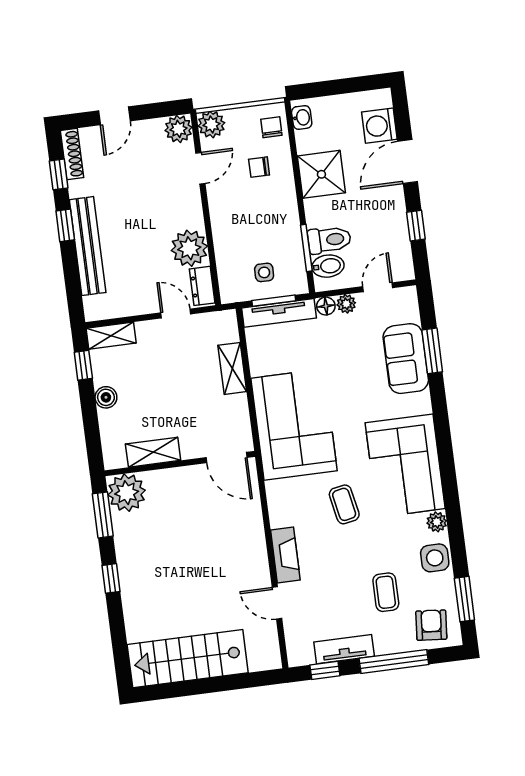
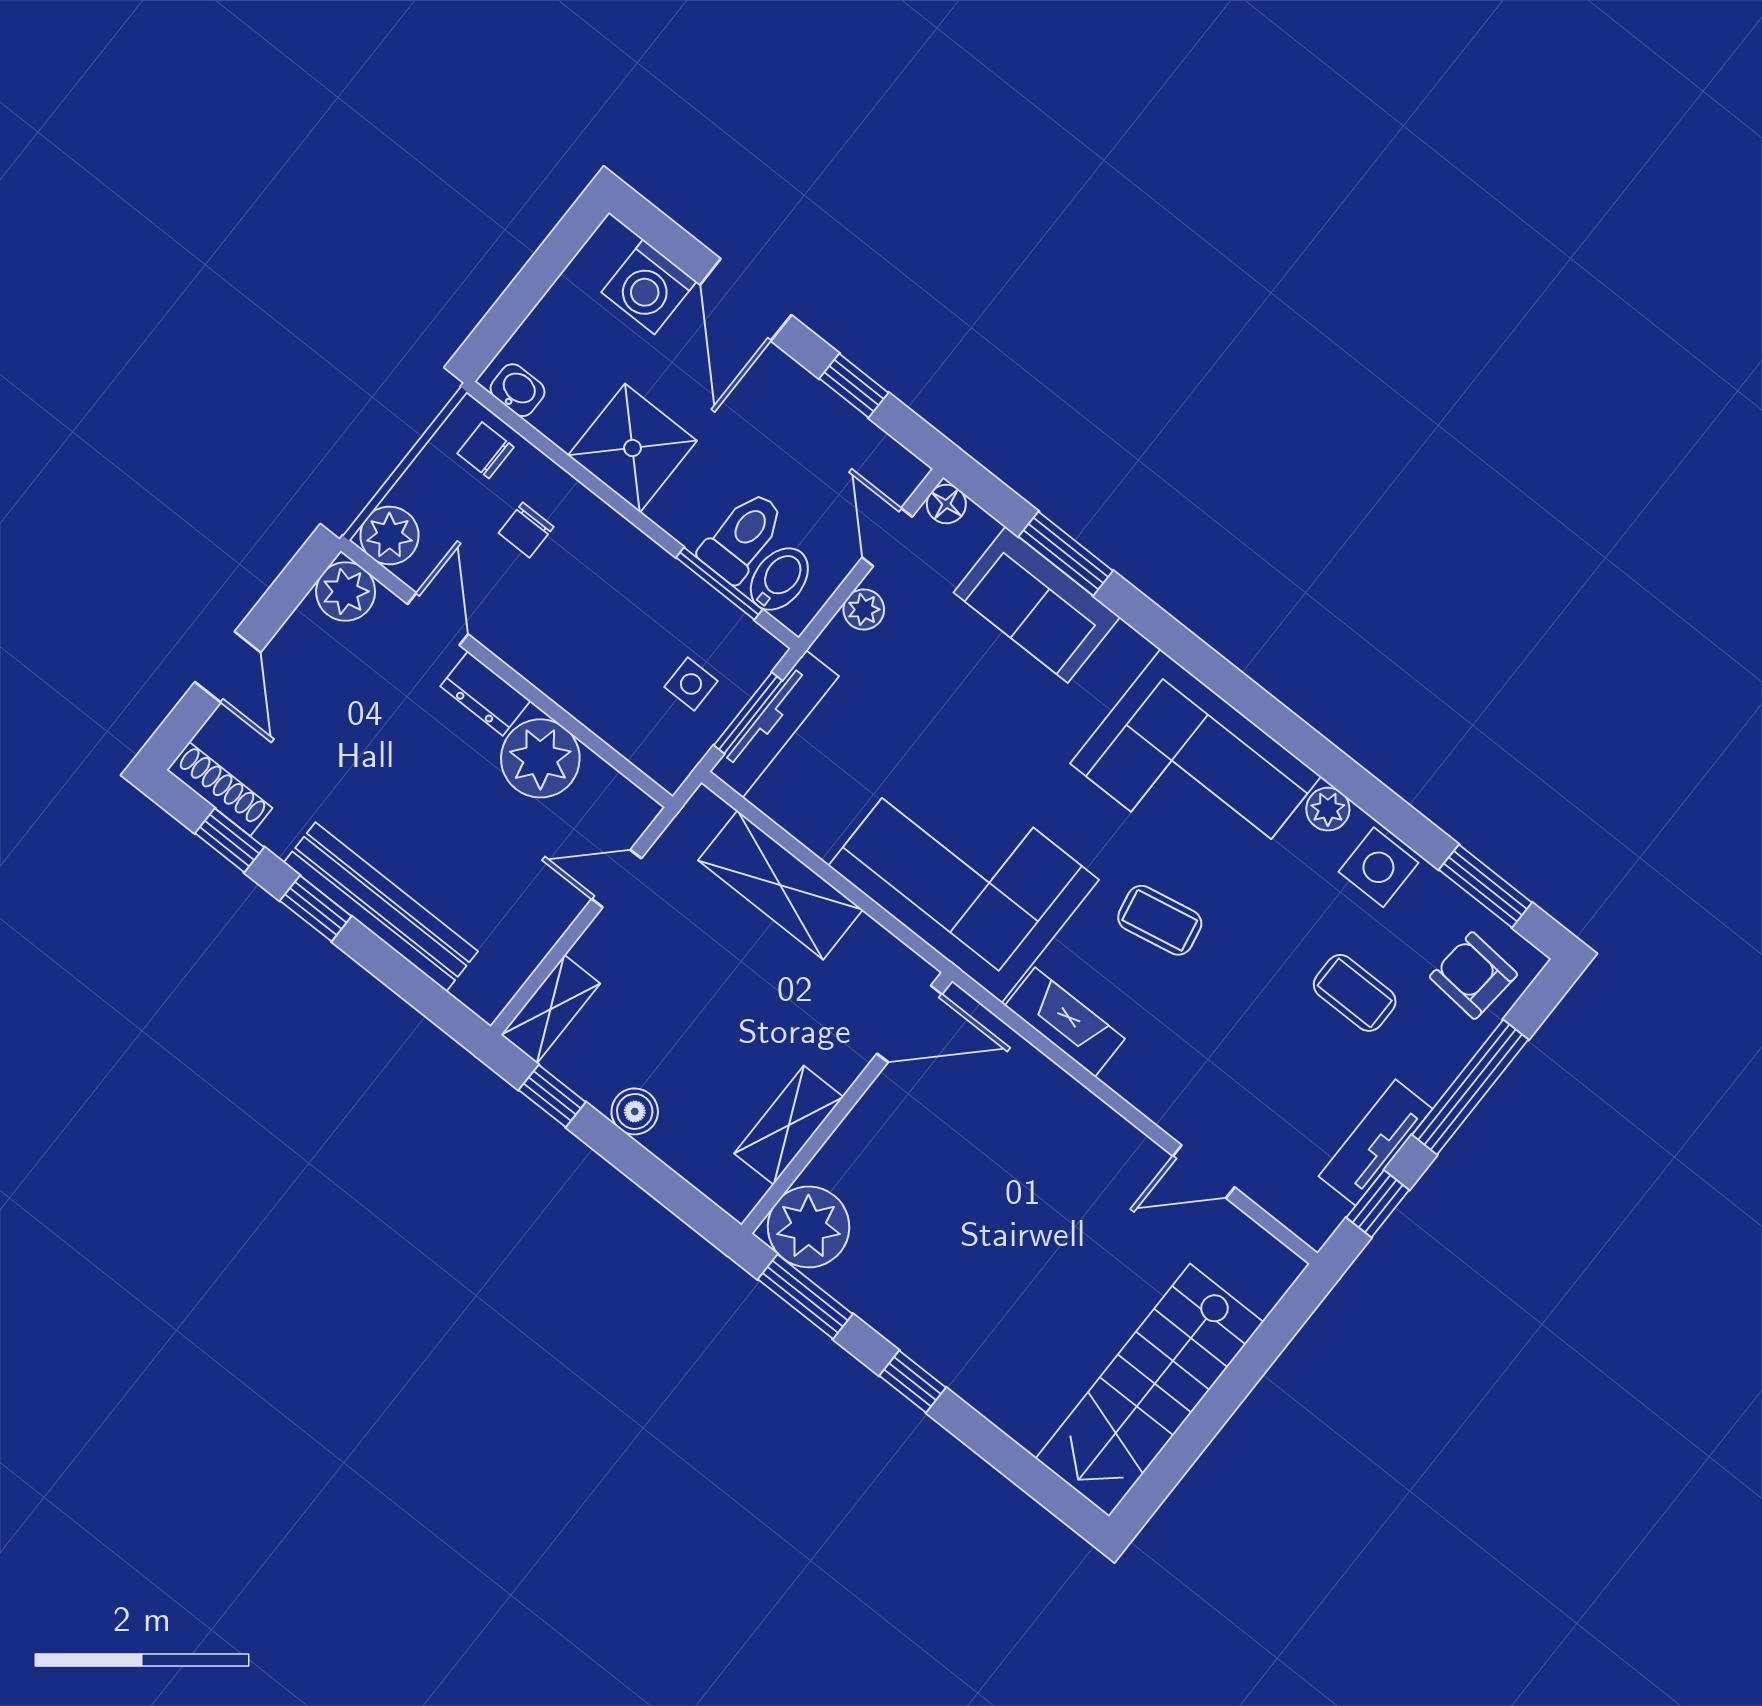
dresser: (202, 286) -> (485, 693), moved
floor lamp: (326, 306) -> (946, 504), moved
shelving: (232, 368) -> (780, 885), width x1.50, depth x1.33
fireplace: (285, 555) -> (1065, 1022), moved

